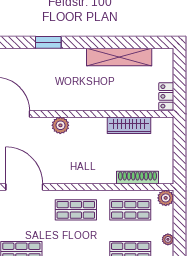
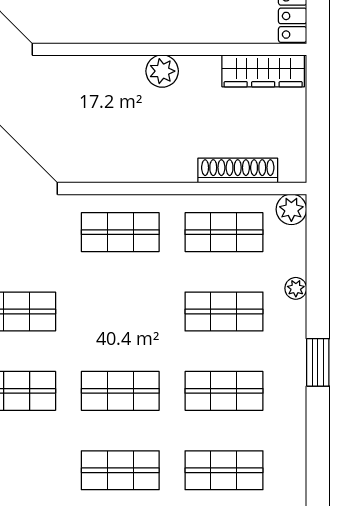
plant: (60, 125) -> (162, 71), moved
wardrobe: (129, 125) -> (263, 71), moved

